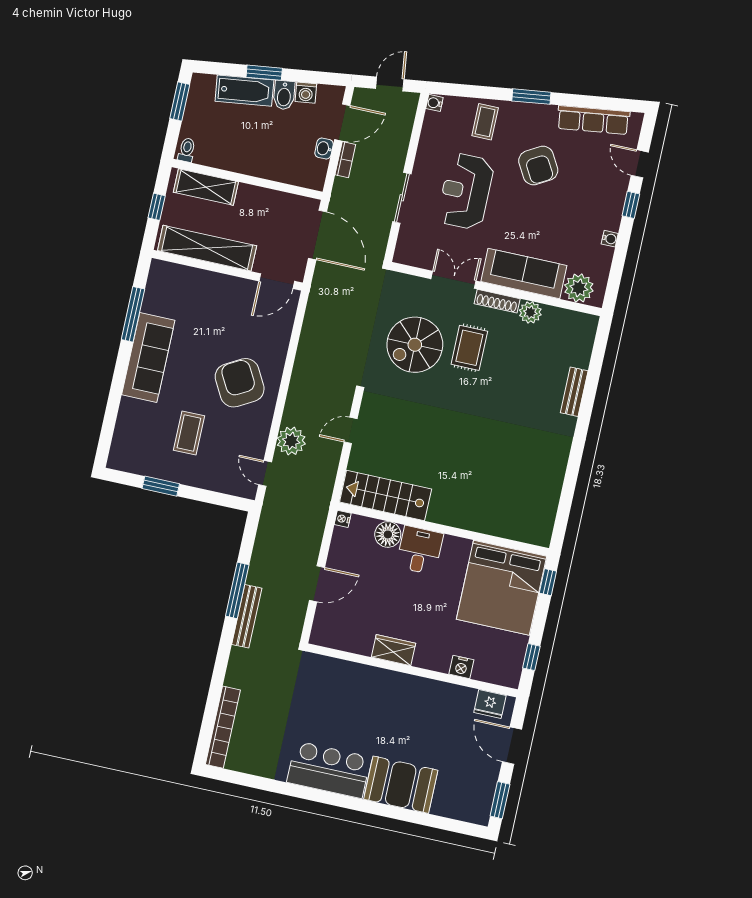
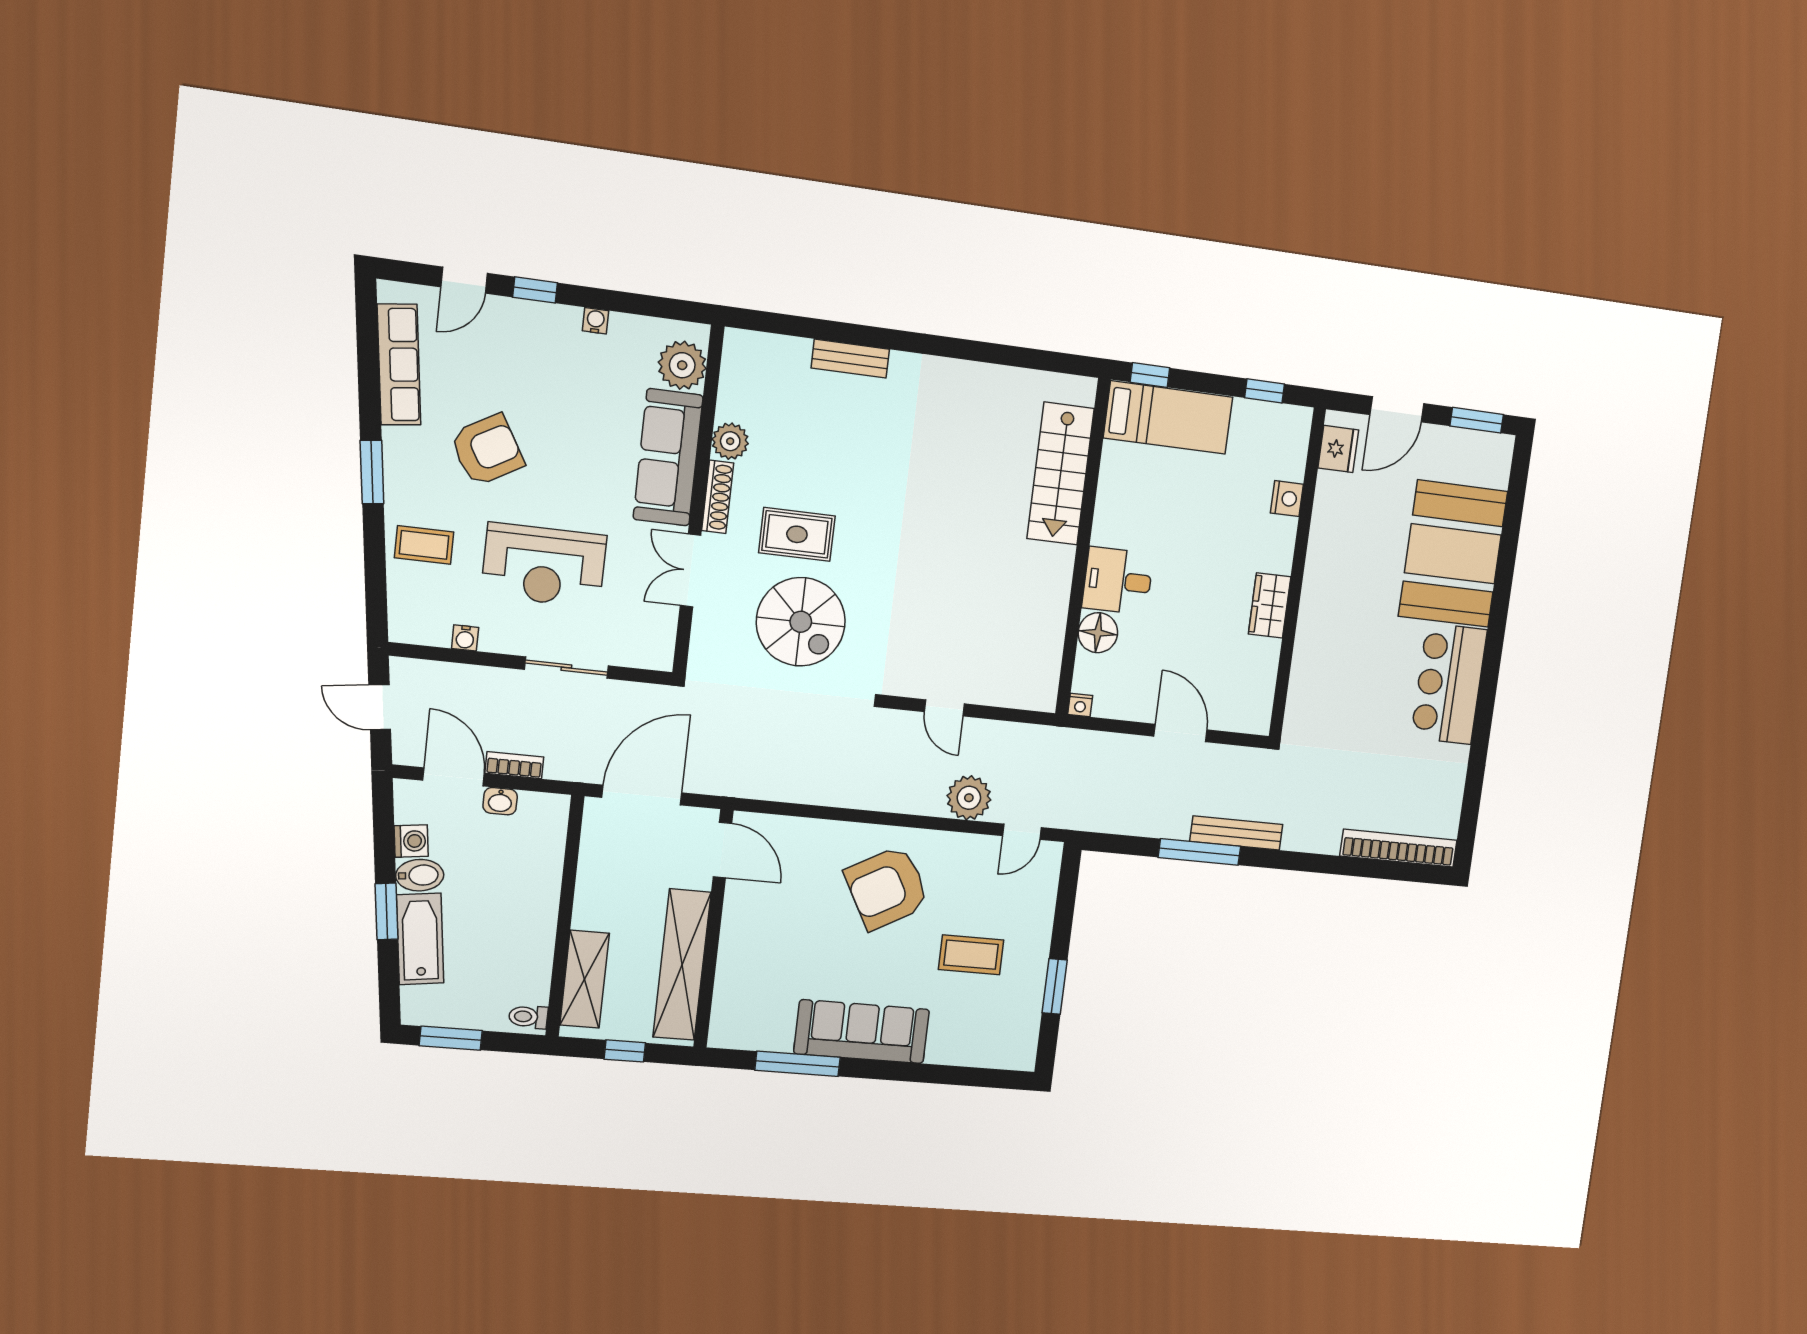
water cooler: (434, 103) -> (465, 638), moved
stairs: (386, 495) -> (1061, 474), moved
bed: (501, 588) -> (1168, 418), width x0.49
booth: (401, 785) -> (1453, 554), width x1.36, depth x1.42

